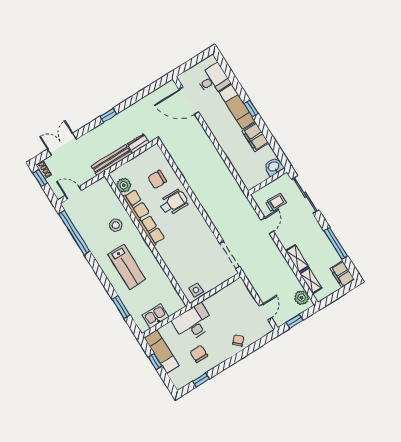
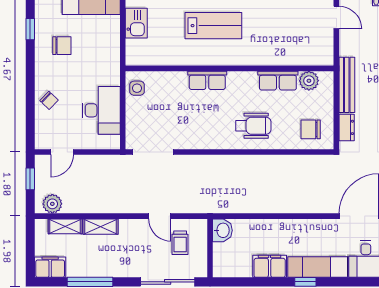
washbasin: (274, 167) -> (222, 230), moved
chair: (157, 179) -> (311, 129), moved, turned -90
door: (73, 193) -> (336, 17), hinge flipped
wheelchair: (174, 202) -> (253, 126), turned -90
stool: (116, 225) -> (269, 43), removed
row of seats: (152, 230) -> (207, 80), moved
lab bench: (127, 267) -> (213, 26), turned 180
door: (265, 312) -> (62, 152), hinge flipped
desk: (193, 323) -> (101, 110), moved

